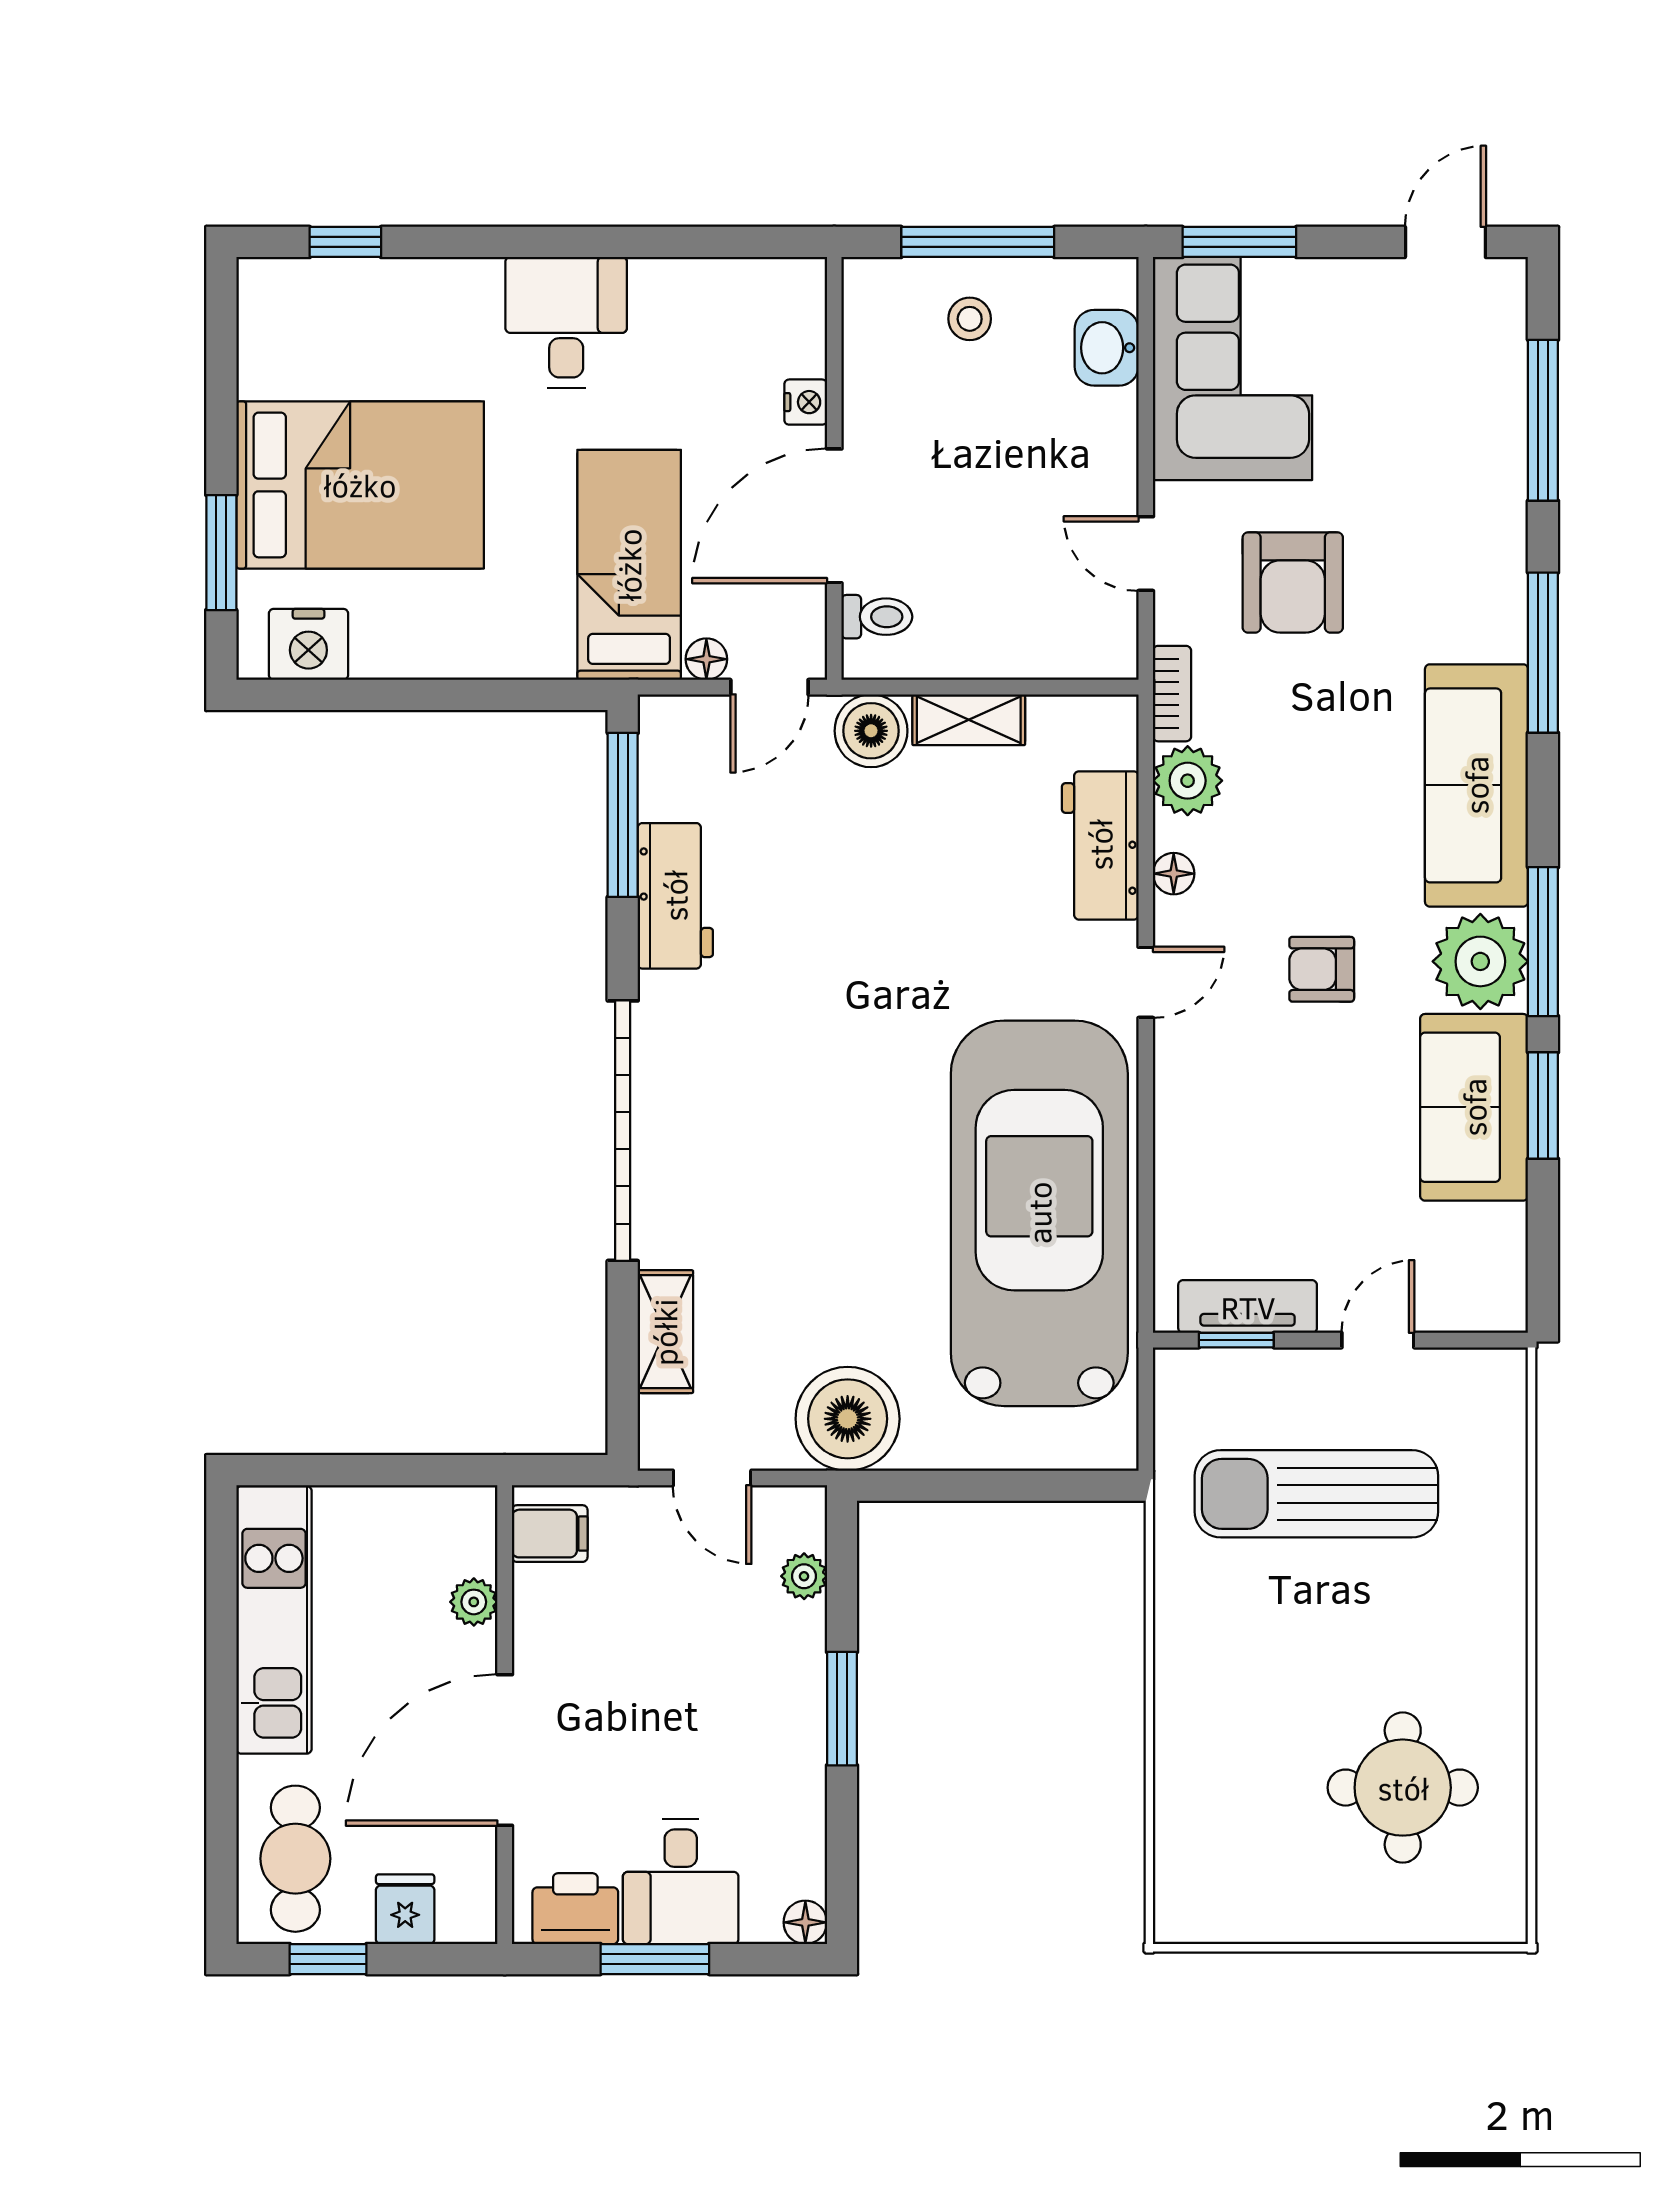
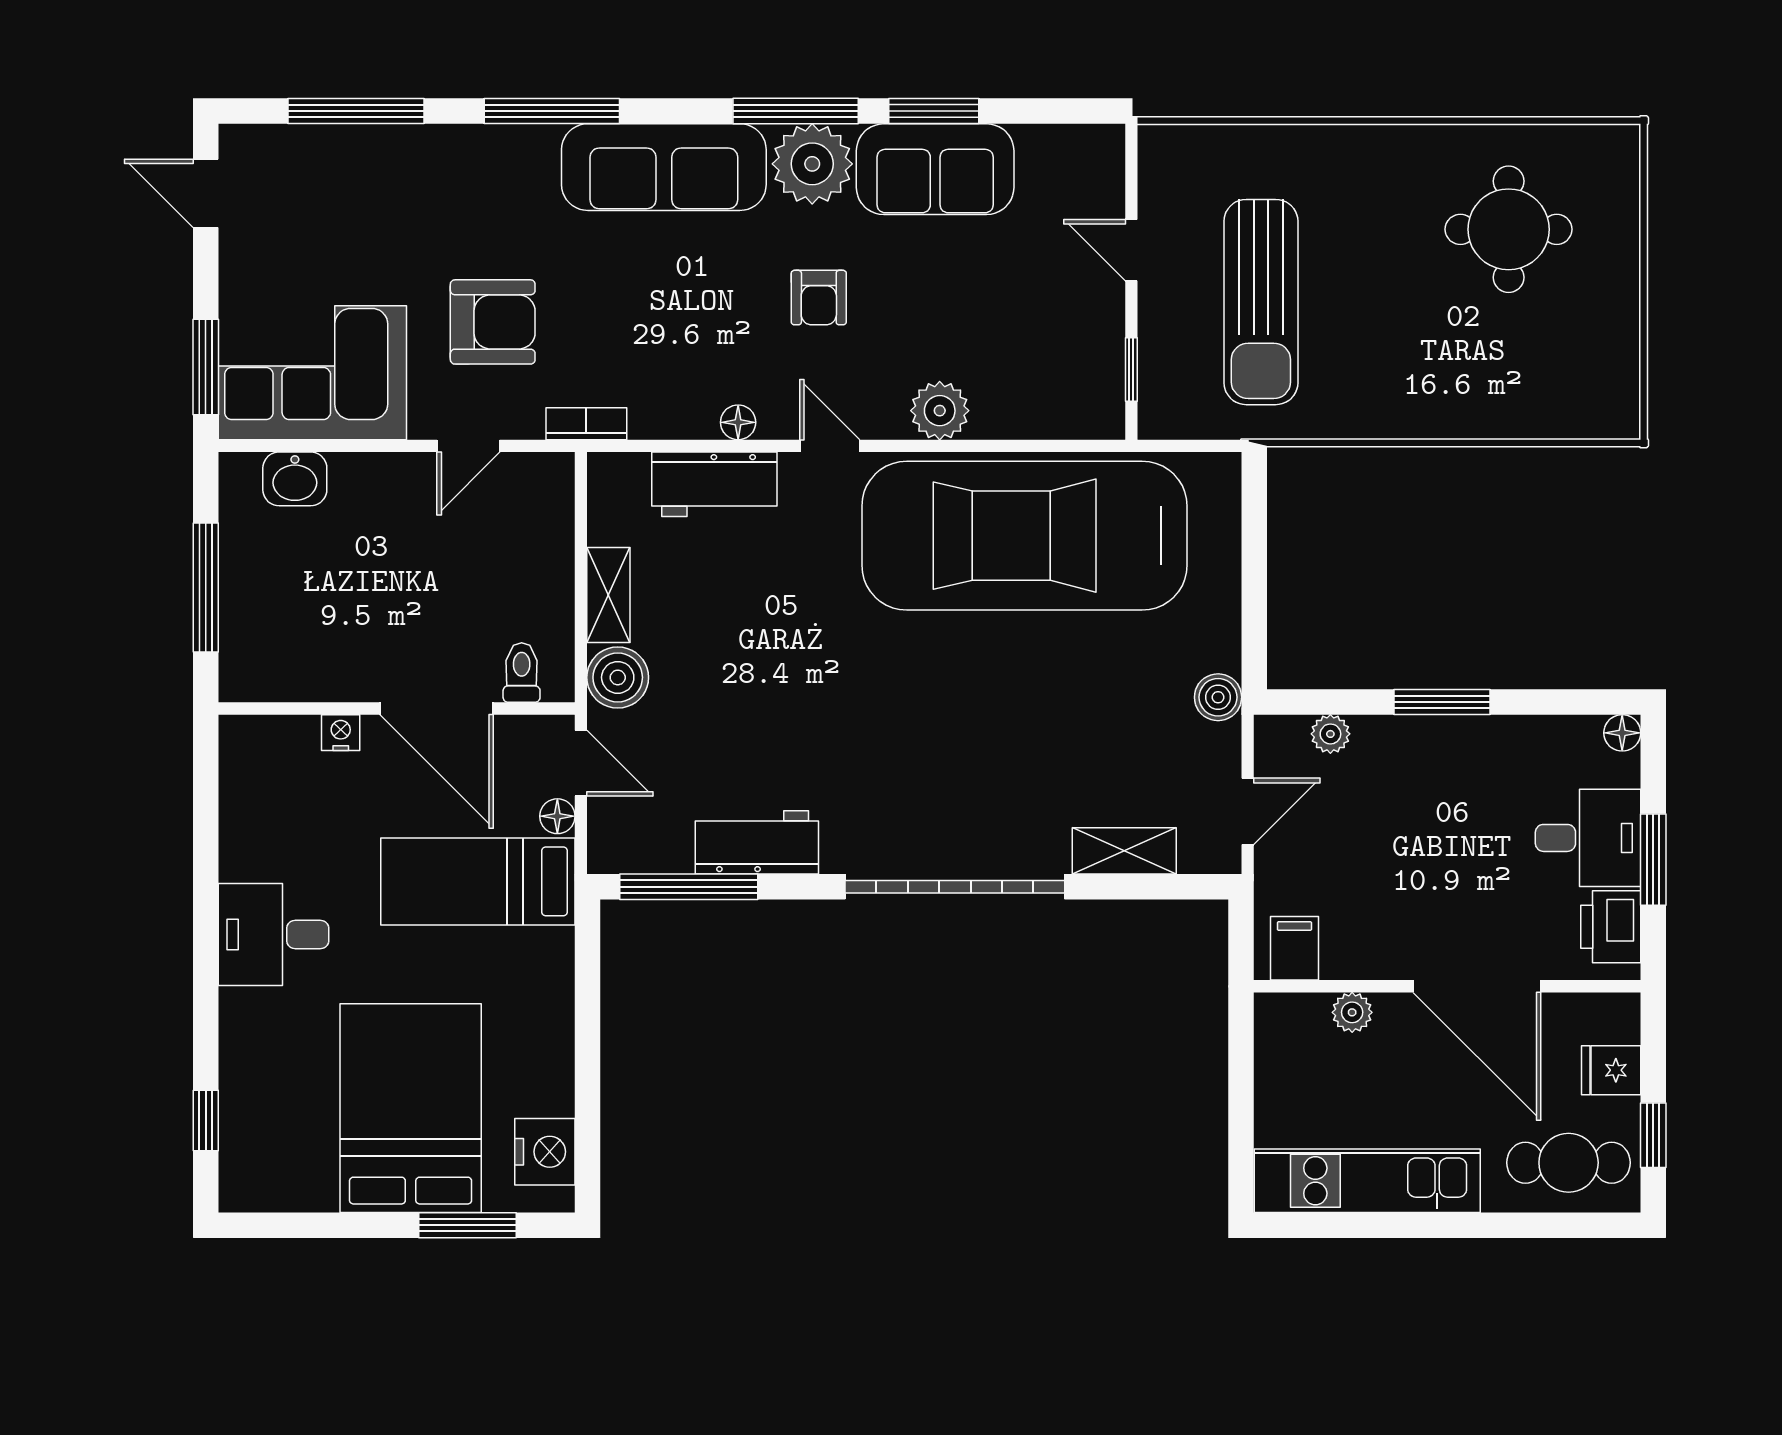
stool: (970, 319) -> (270, 594), removed
plant: (1188, 781) -> (940, 411), moved
tv unit: (1248, 1307) -> (1103, 360), removed
boiler: (848, 1419) -> (1218, 697), width x0.54, depth x0.54

